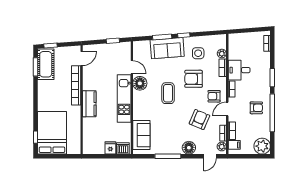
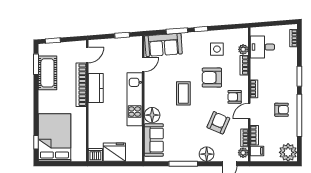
sofa: (167, 48) -> (163, 45), moved
cot: (46, 64) -> (47, 73), moved
door: (132, 67) -> (143, 64), hinge flipped
desk: (239, 70) -> (262, 47), moved
floor lamp: (140, 83) -> (152, 115), moved
kitchen counter: (89, 104) -> (96, 88), moved
fridge: (110, 148) -> (114, 152), width x1.88, depth x1.34
dishwasher: (123, 148) -> (95, 155), moved

